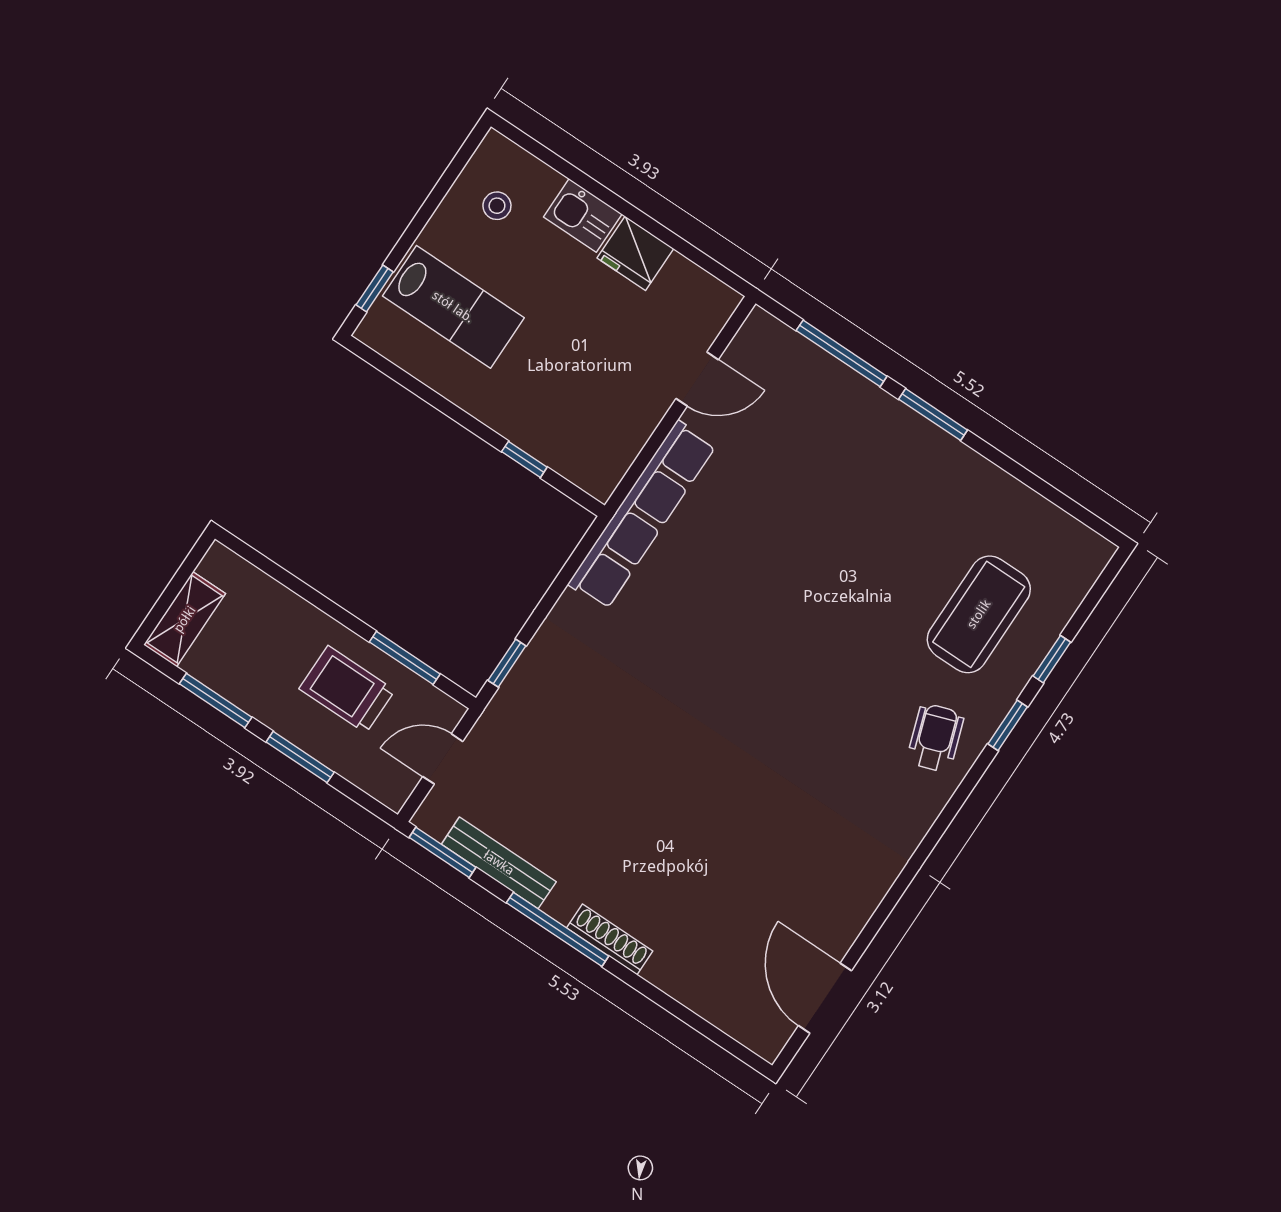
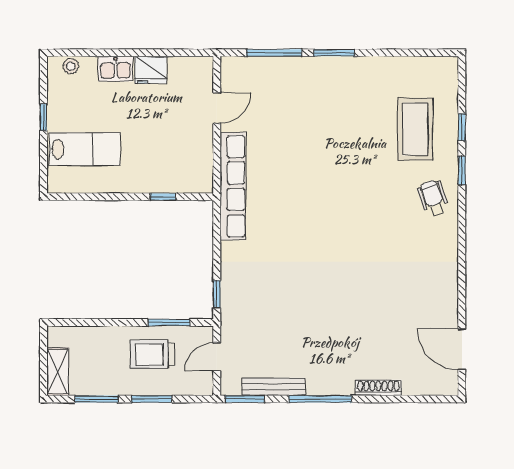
stool: (497, 206) -> (71, 66), moved
window: (375, 288) -> (44, 117), moved
shoe rack: (610, 939) -> (378, 388), moved

